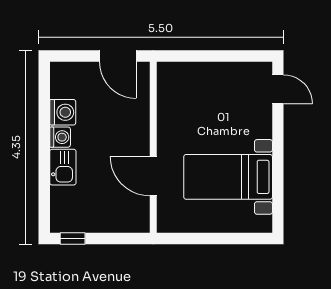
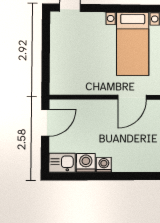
kitchen sink: (63, 167) -> (62, 163), moved

